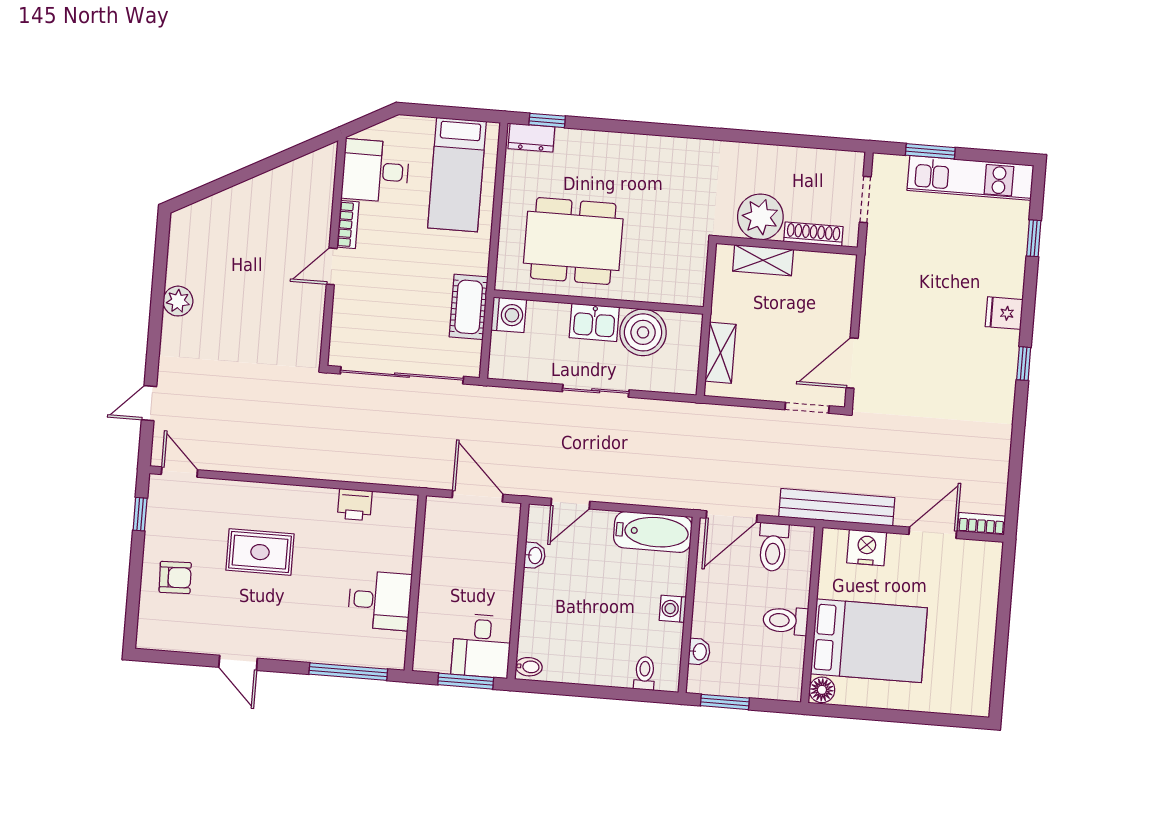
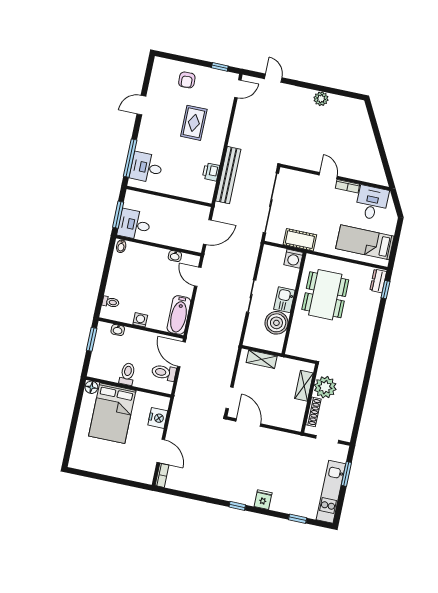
bench: (837, 507) -> (228, 175), moved
desk: (380, 600) -> (146, 168), moved, turned 90

